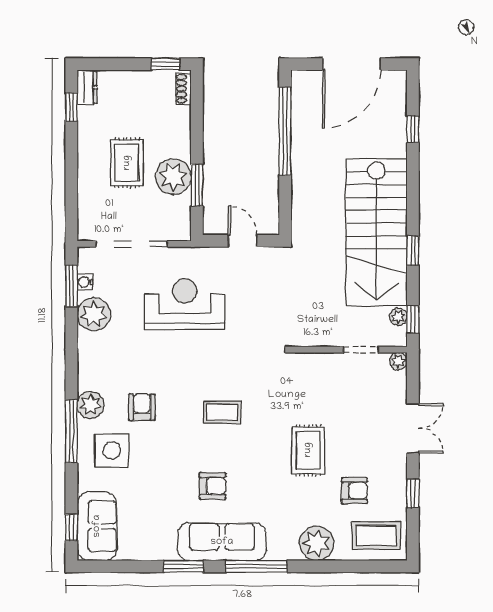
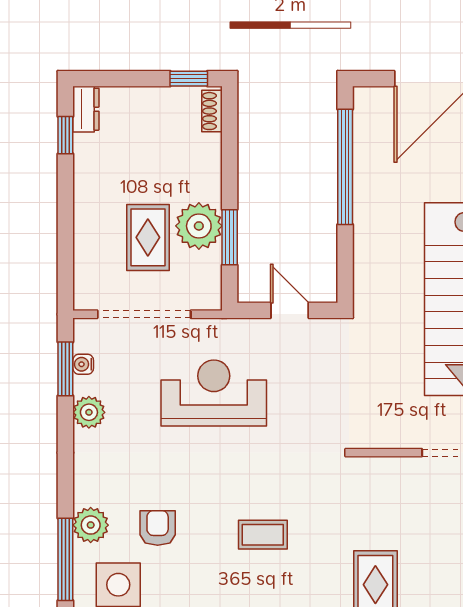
rug: (127, 163) -> (148, 237), moved
plant: (94, 314) -> (89, 412), width x0.73, depth x0.73

